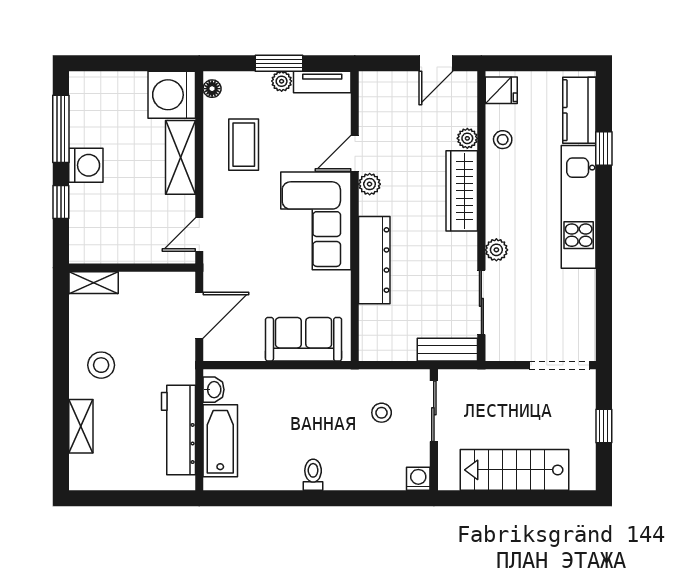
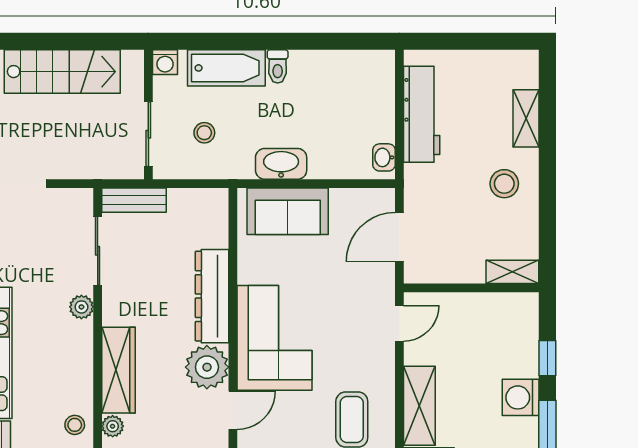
plant: (370, 184) -> (207, 367), width x1.87, depth x1.87
washbasin: (310, 384) -> (281, 164), added
bathtub: (220, 441) -> (226, 68), moved, turned -90

